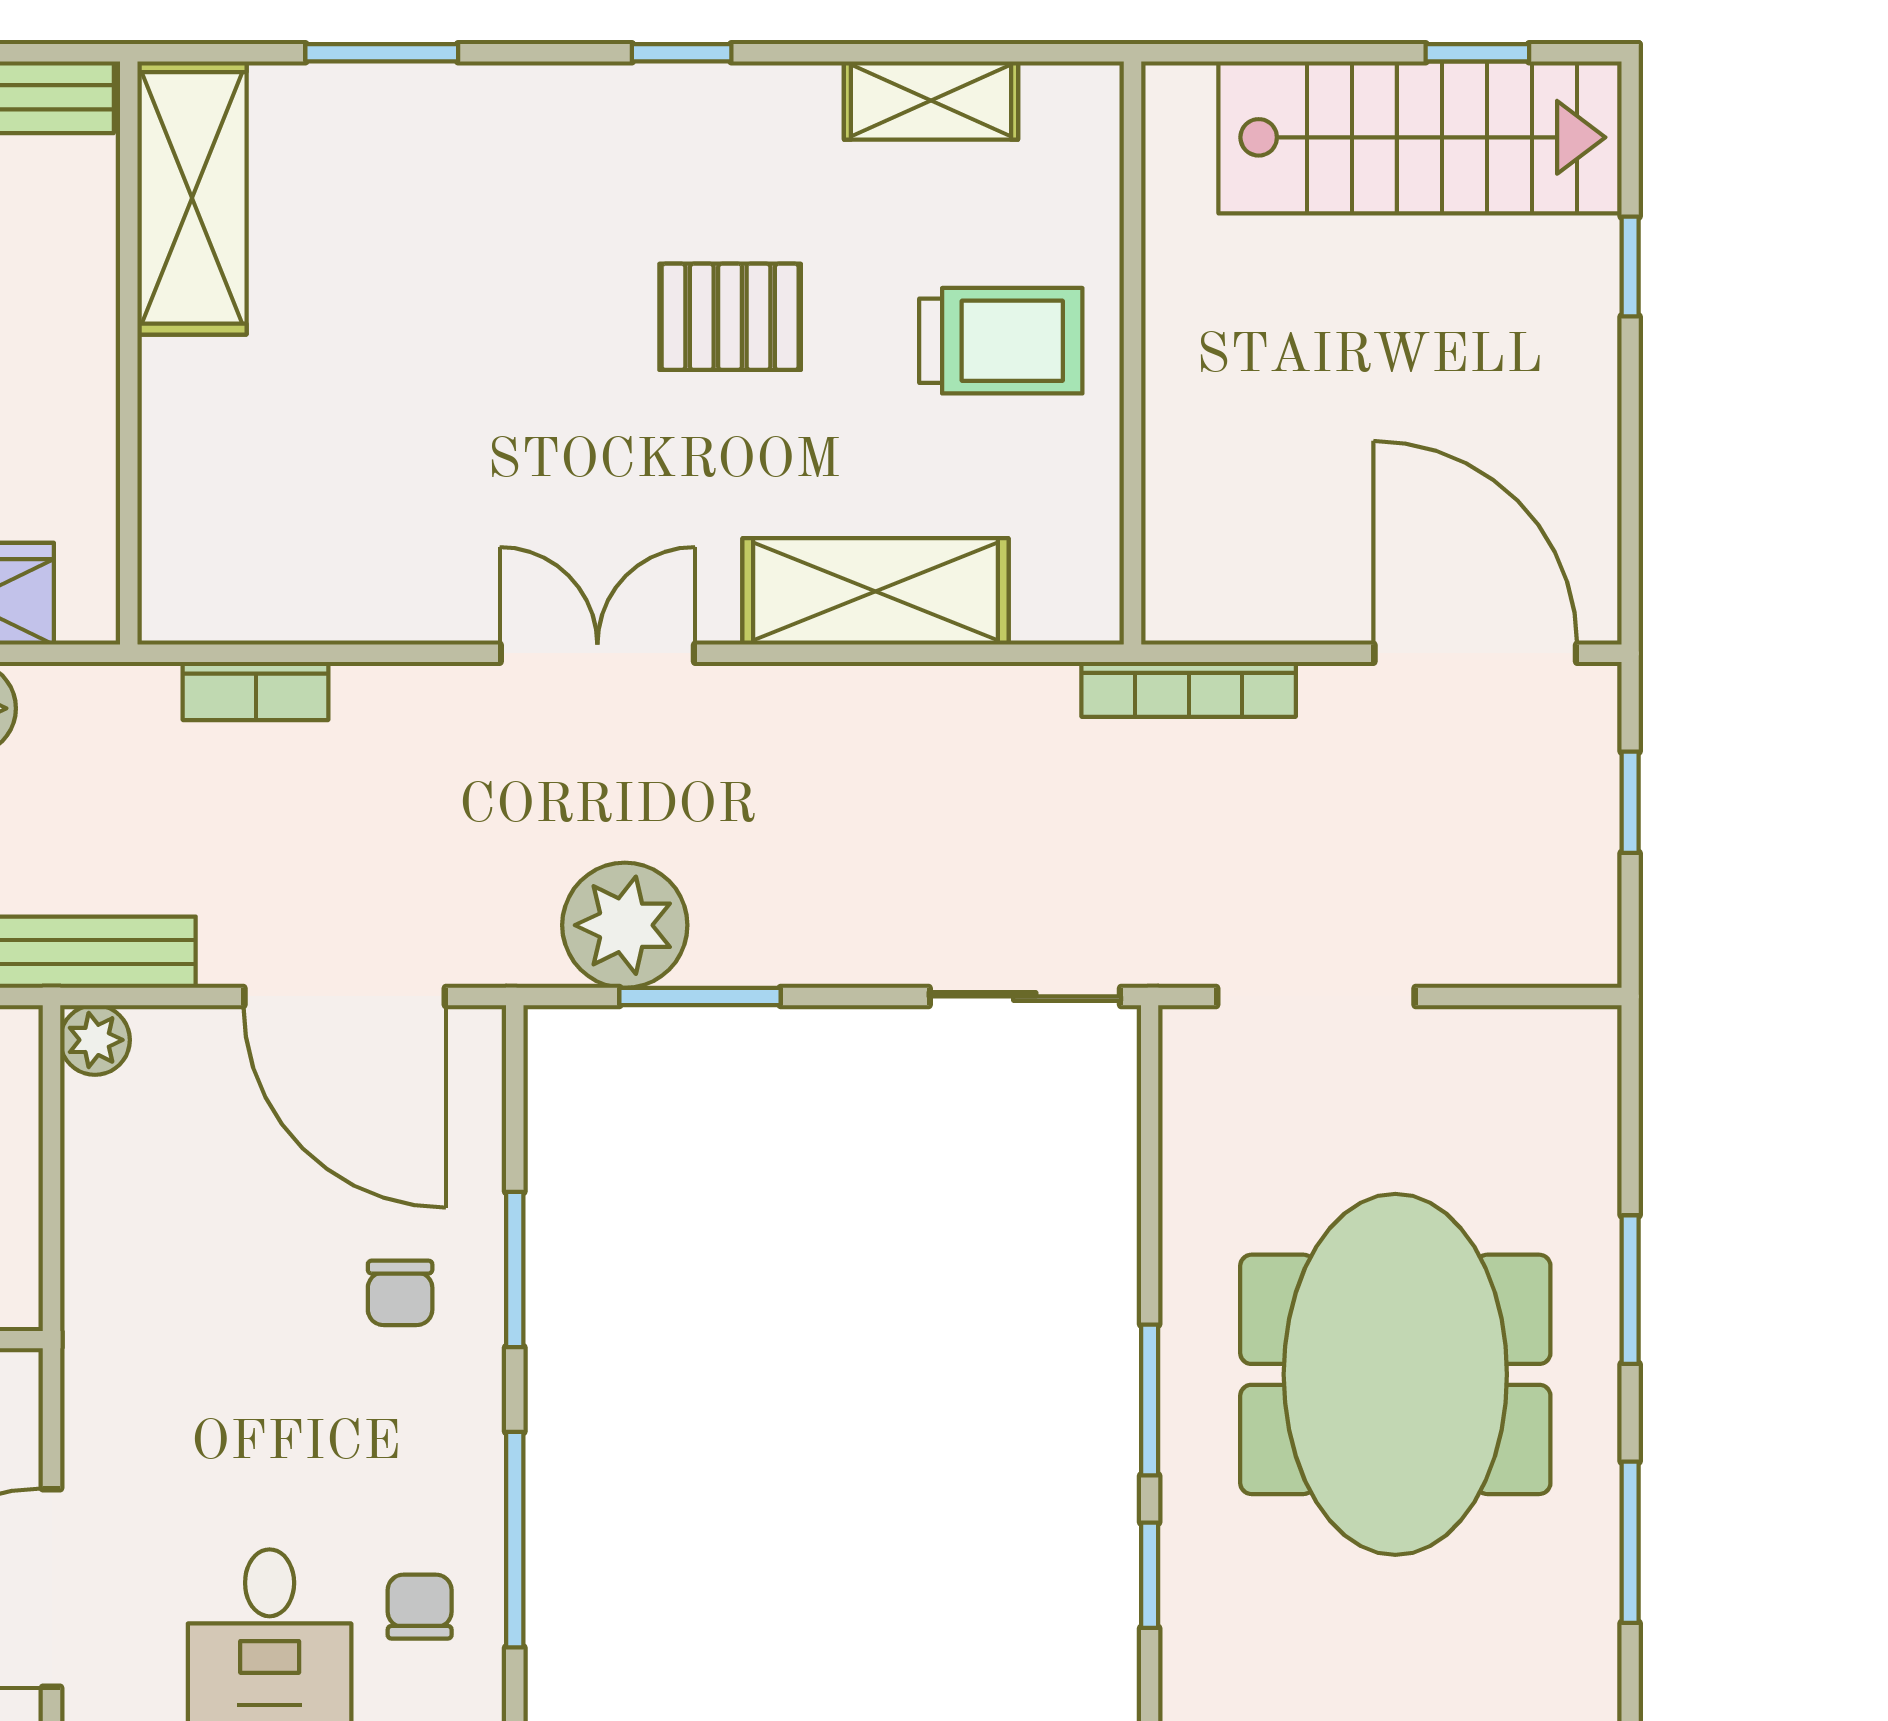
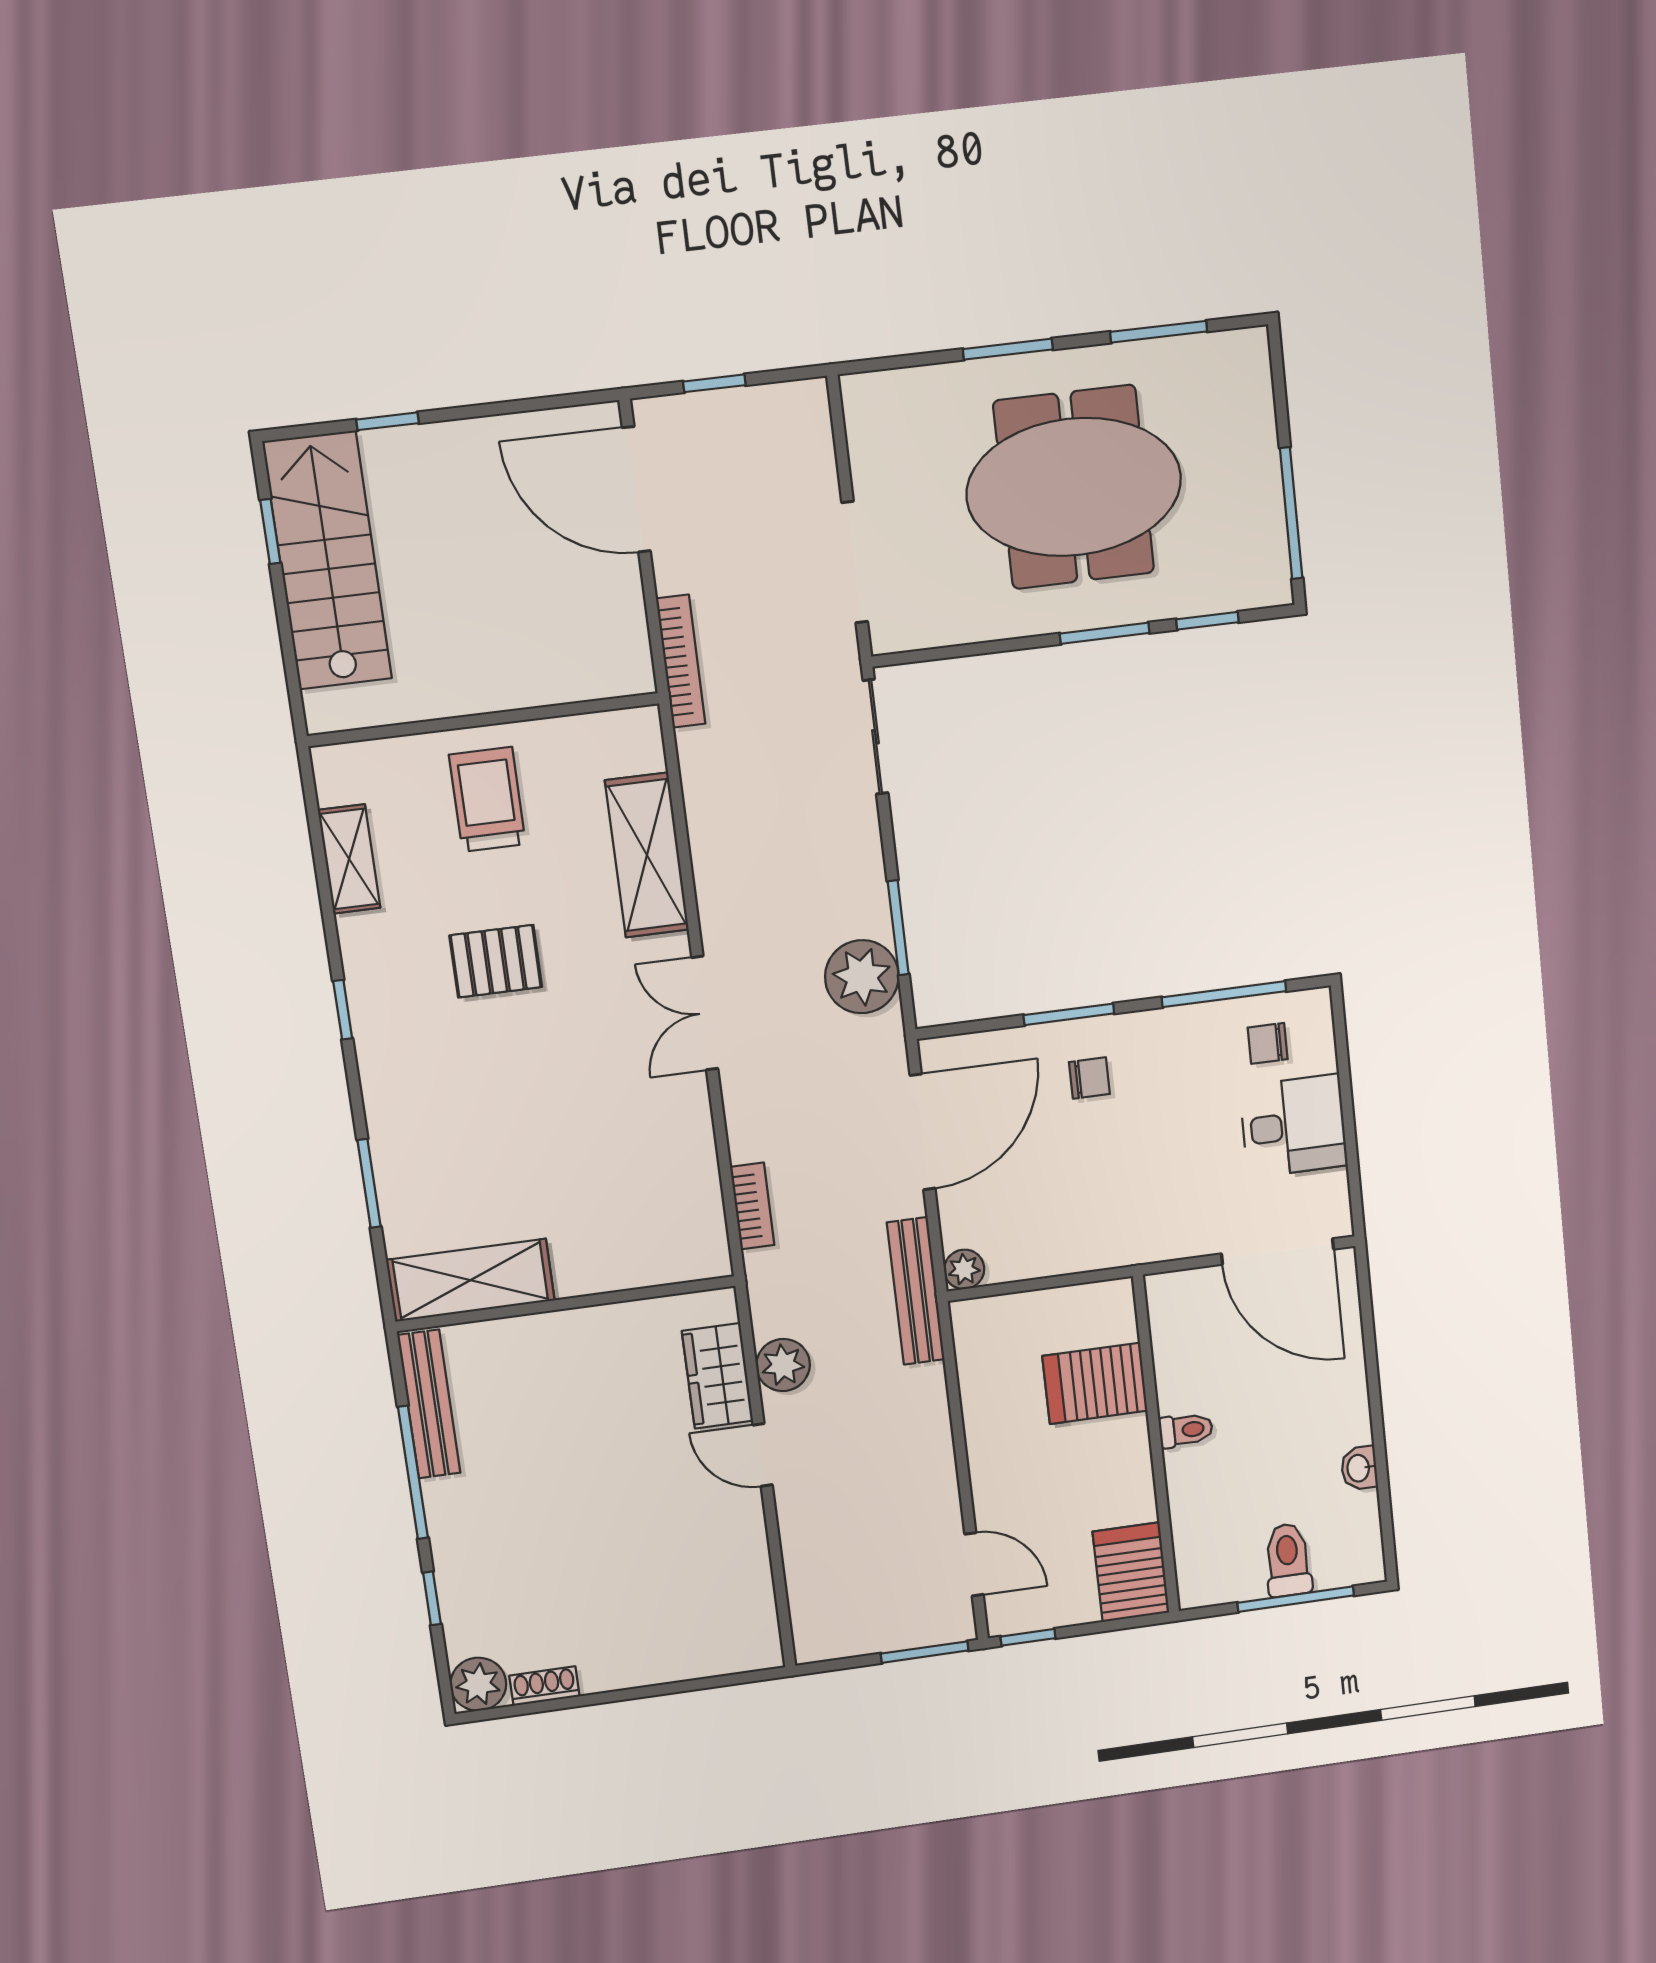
pallet: (730, 317) -> (496, 961), turned 90
door: (1475, 653) -> (636, 489), hinge flipped

